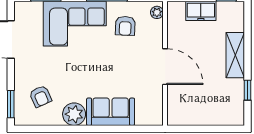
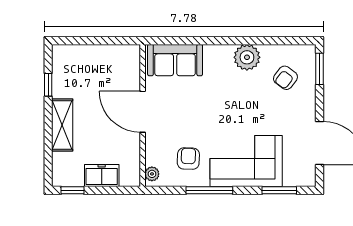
armchair: (41, 96) -> (285, 78), turned -119
sofa: (111, 112) -> (175, 60), moved

